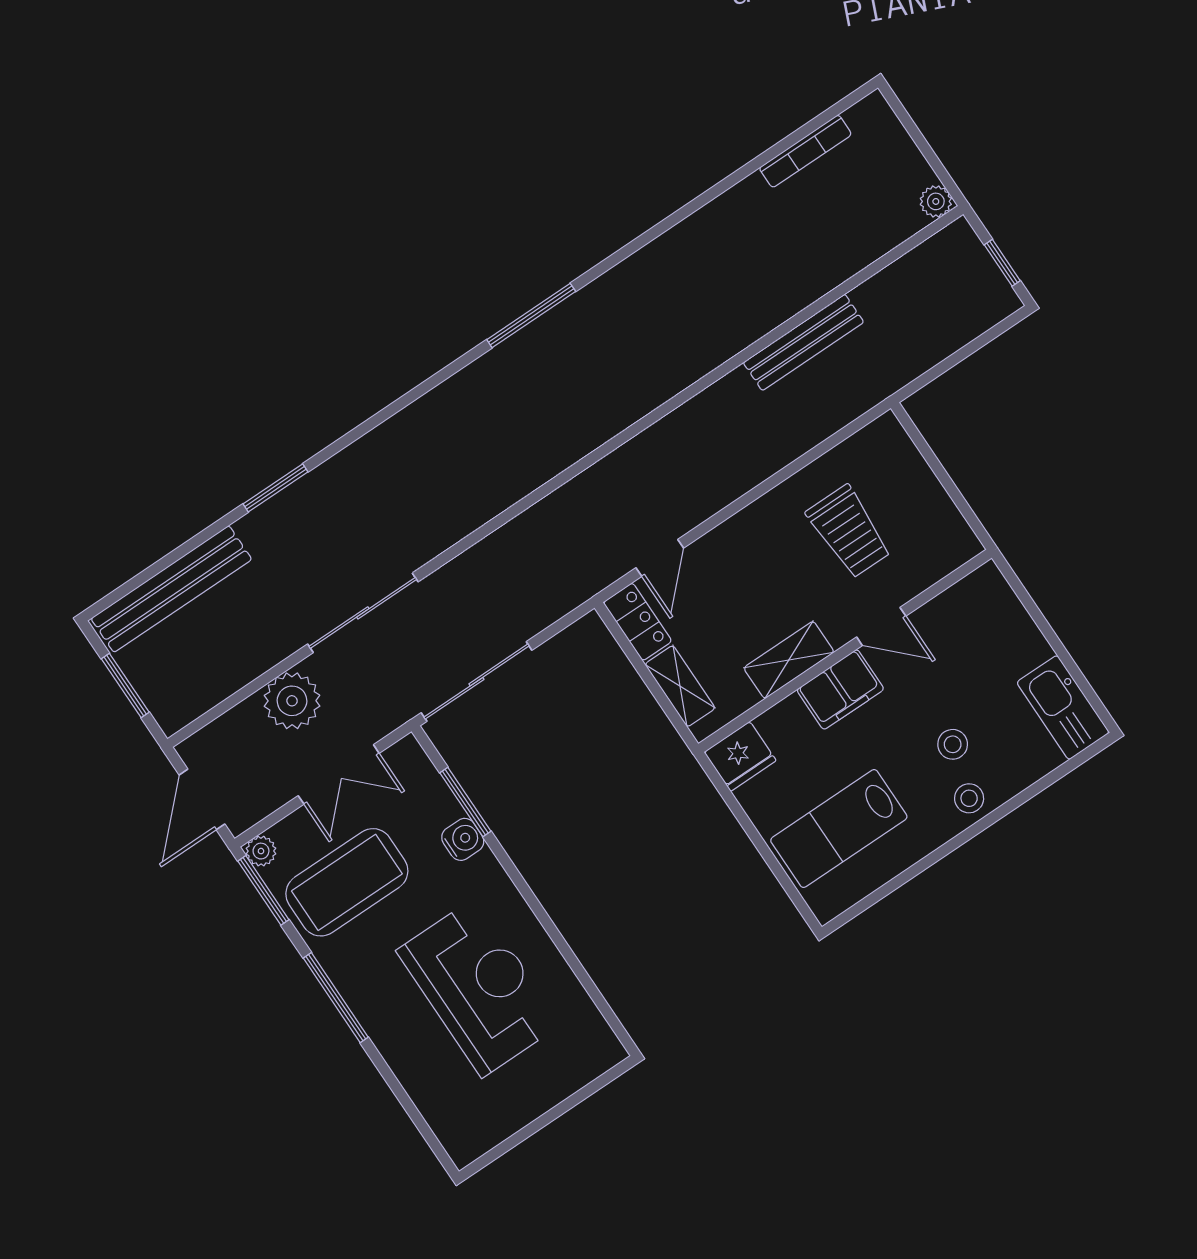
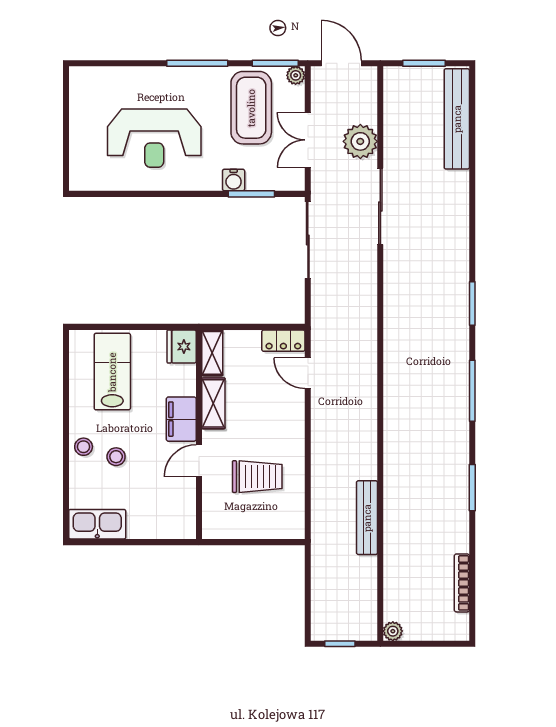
window: (664, 226) -> (472, 488), added
window: (276, 488) -> (472, 304), moved
trolley: (849, 532) -> (257, 477), turned 180
shelving: (680, 686) -> (212, 353), moved, turned 90

